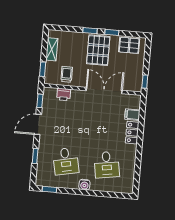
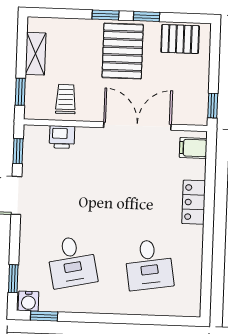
filing cabinet: (132, 115) -> (193, 148), moved
window: (35, 156) -> (13, 279), moved
water cooler: (84, 185) -> (28, 301), moved

